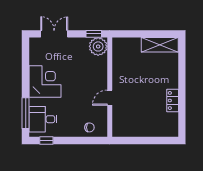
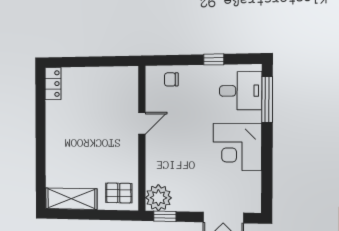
pallet: (126, 49) -> (119, 193), added
locker: (173, 100) -> (53, 84), moved
window: (46, 140) -> (214, 59), moved

